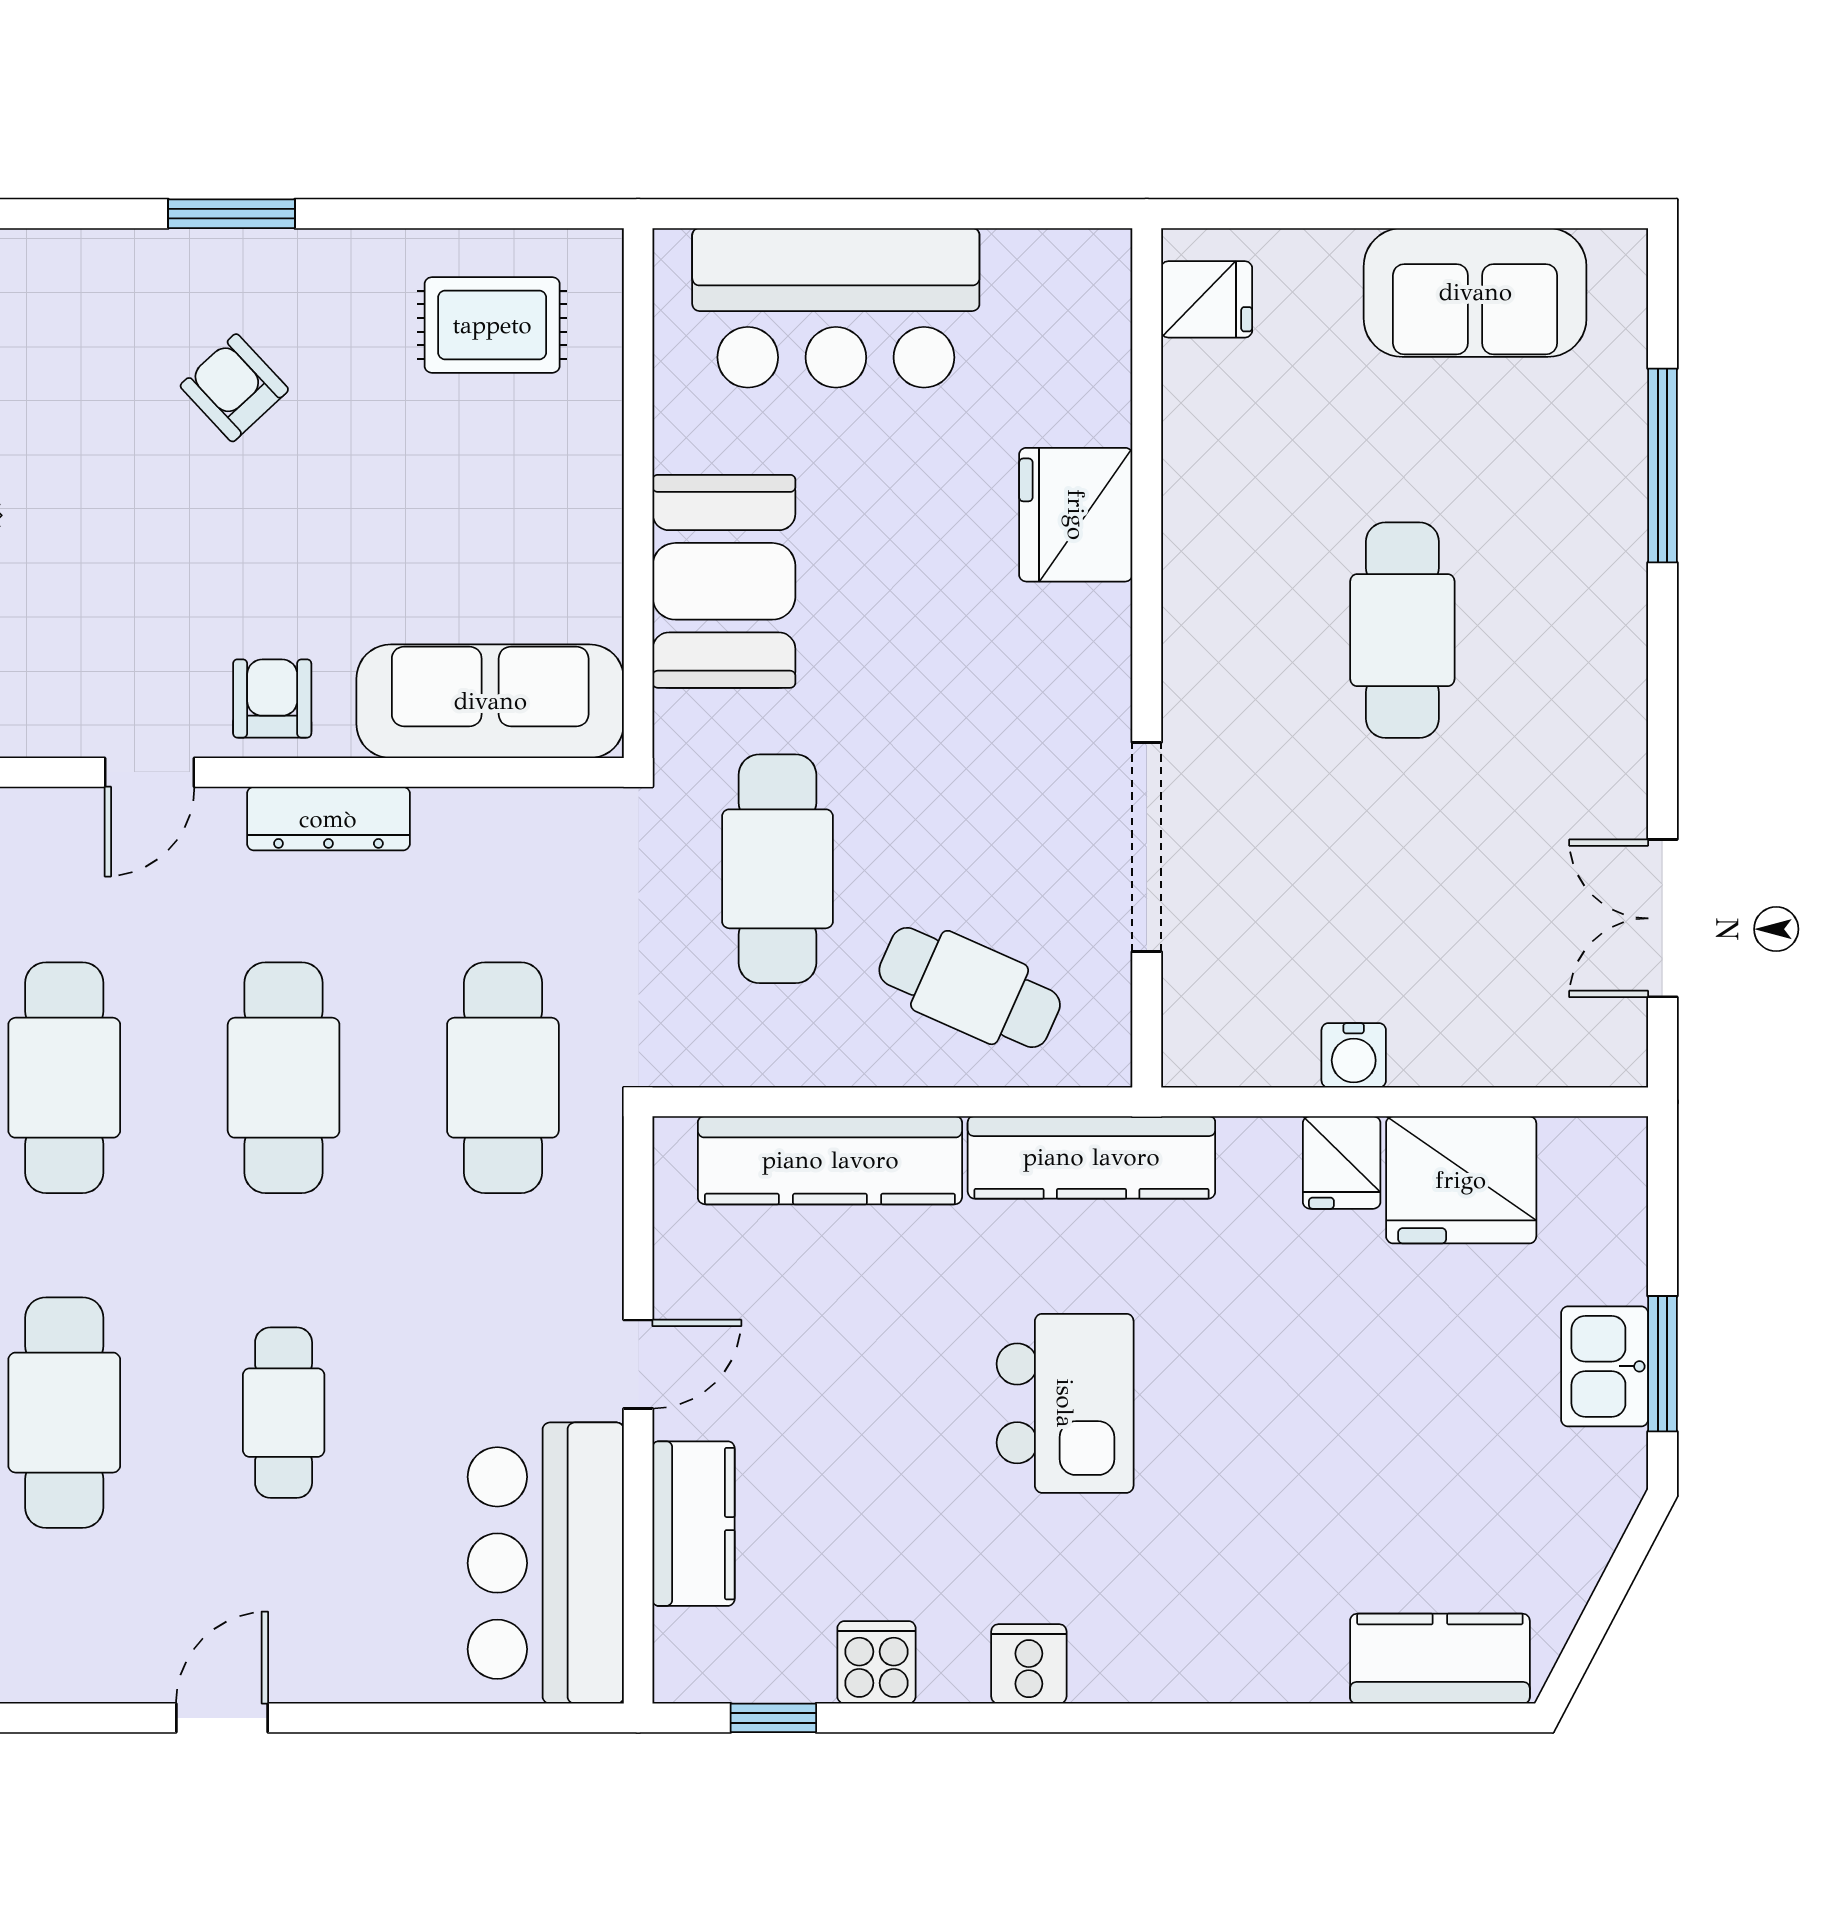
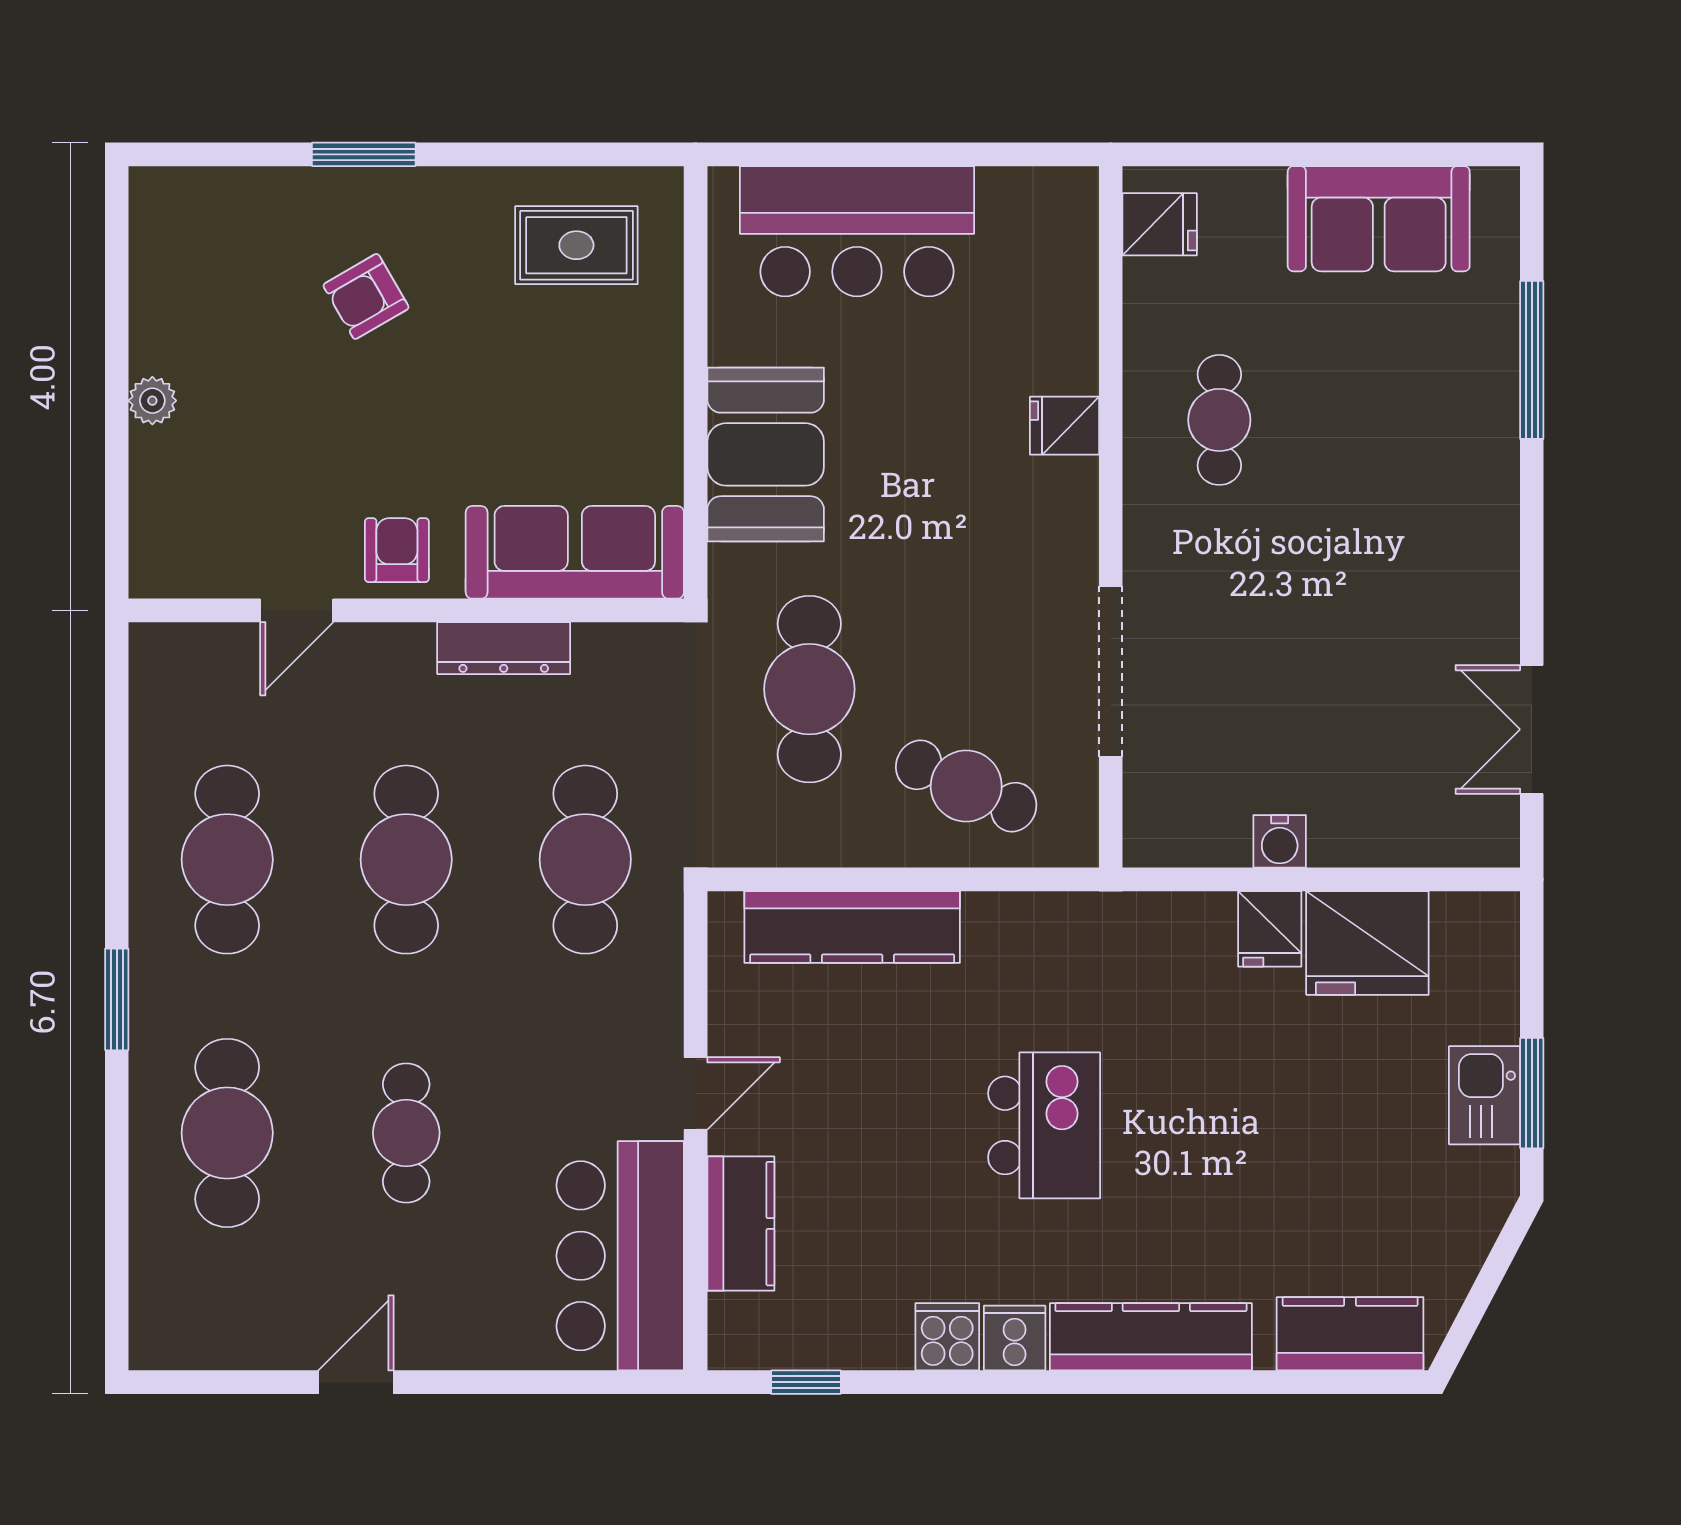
armchair: (234, 388) -> (366, 296), turned -77
fridge: (1076, 515) -> (1064, 426), width x0.53, depth x0.75
cafe table: (1402, 630) -> (1219, 420), moved, width x0.73, depth x0.74
dresser: (328, 819) -> (504, 648), moved
kitchen counter: (1091, 1157) -> (1151, 1337), moved, turned 180
cooker: (876, 1662) -> (947, 1337), moved

